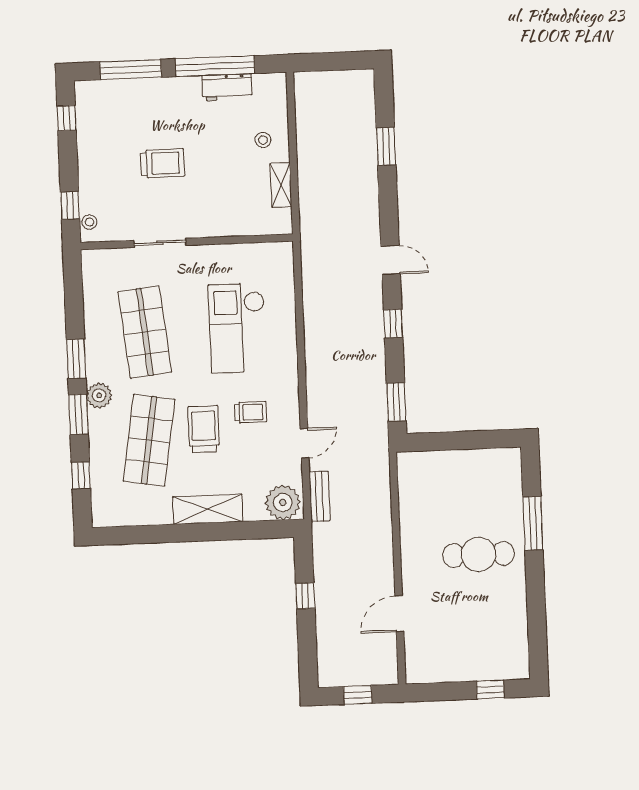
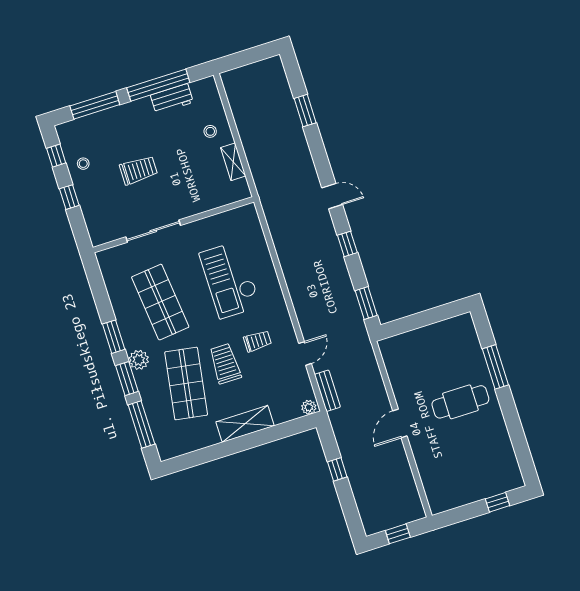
window: (70, 205) -> (69, 197), moved
stool: (89, 222) -> (83, 164), moved
sliding door: (160, 243) -> (153, 231), width x1.37
window: (81, 475) -> (141, 424), width x2.17
plant: (283, 502) -> (309, 407), width x0.53, depth x0.53
door: (399, 614) -> (400, 423), moved

